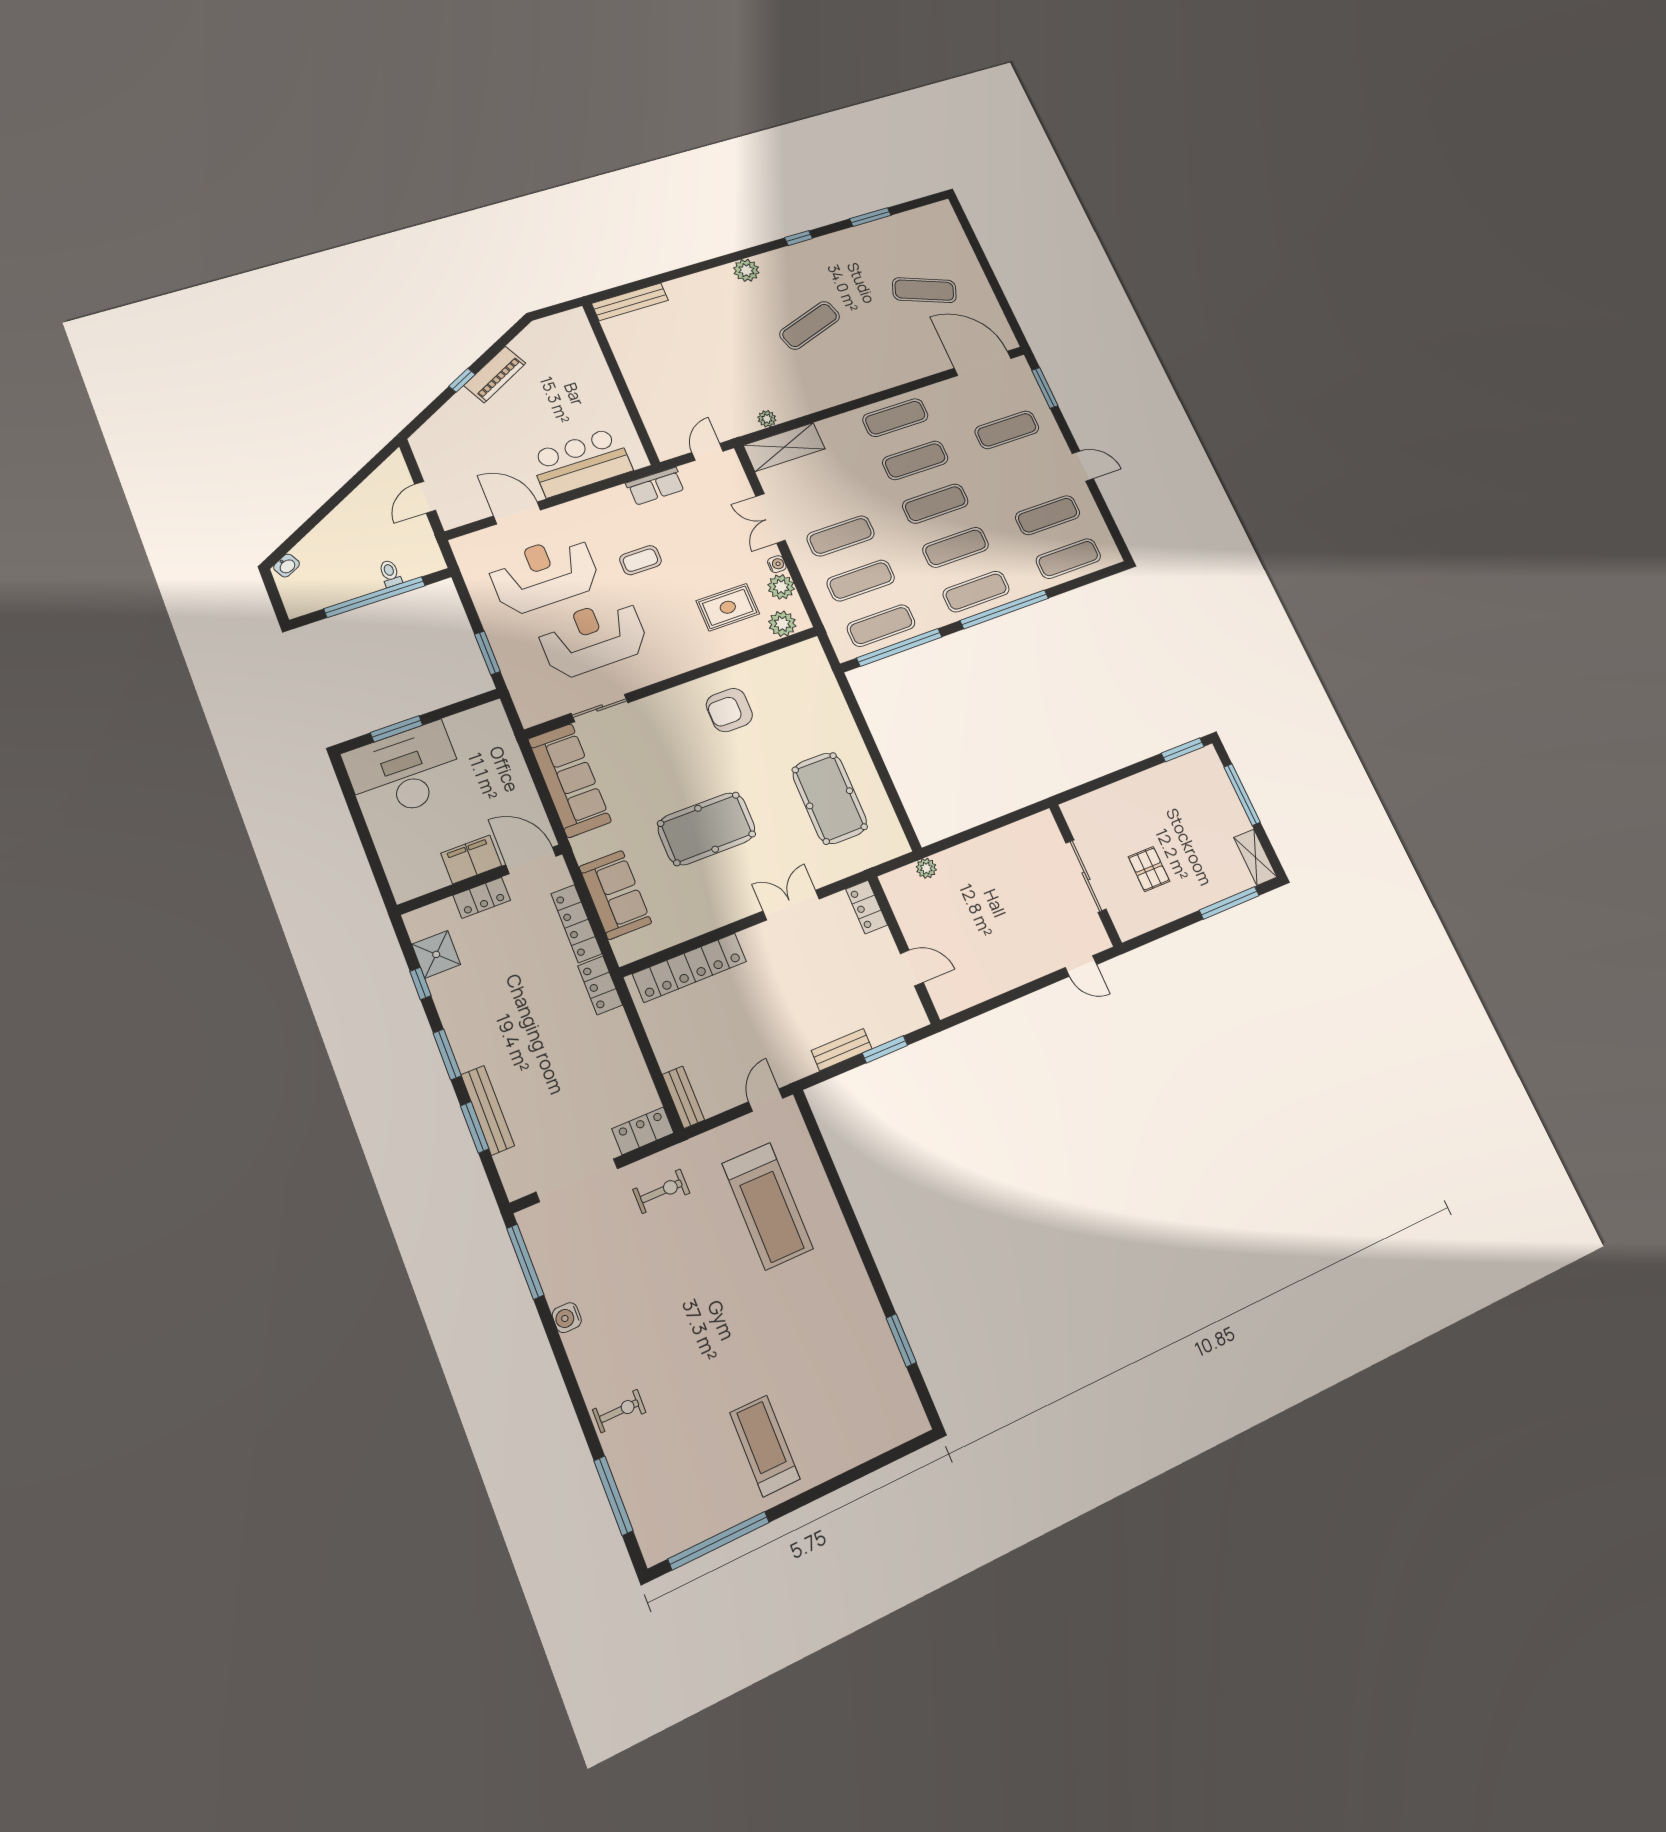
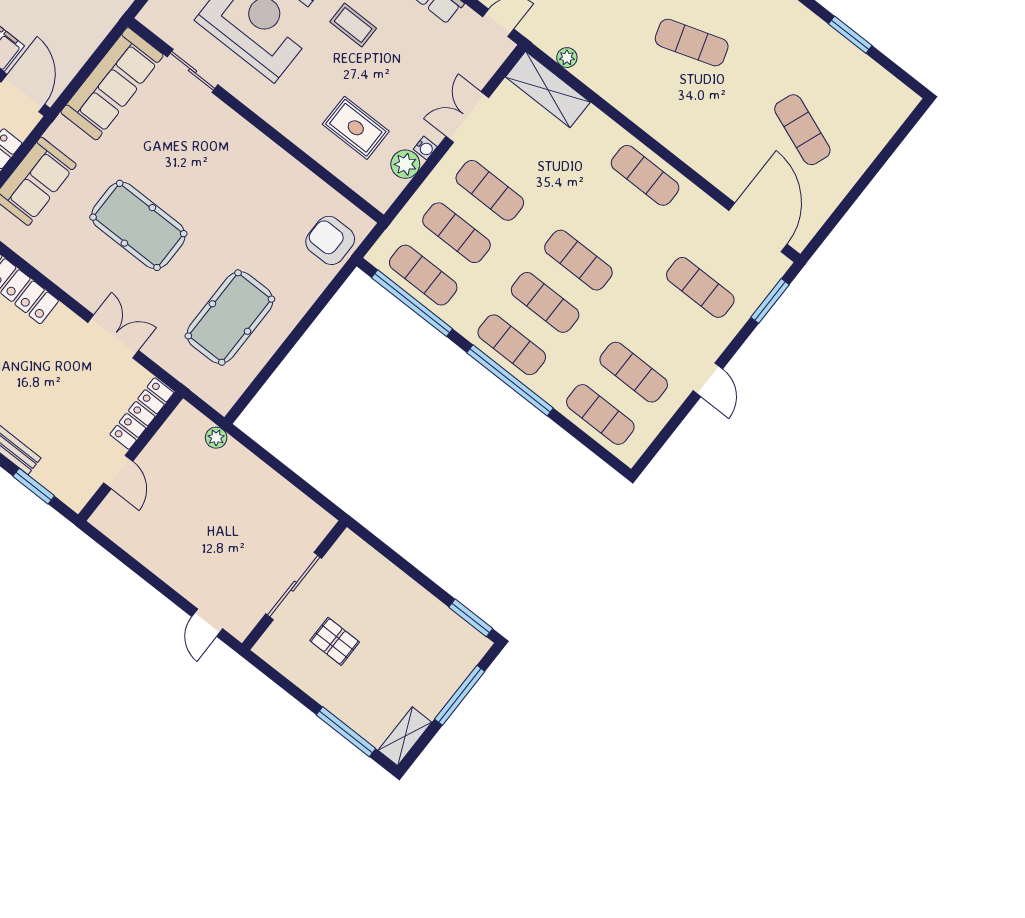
exercise mat: (915, 460) -> (612, 218), removed
plant: (782, 624) -> (370, 185), removed
armchair: (729, 710) -> (330, 240), moved
pallet: (1149, 869) -> (335, 641), turned 90
locker: (867, 907) -> (142, 414), width x1.53

